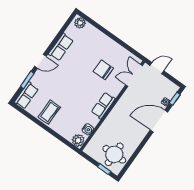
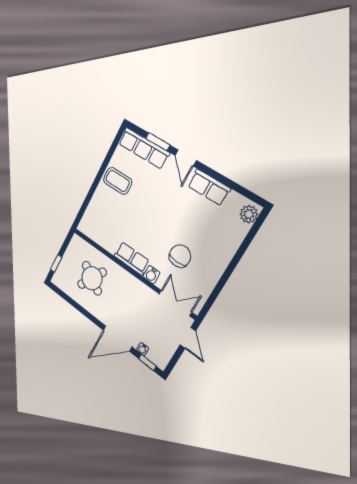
row of seats: (26, 95) -> (144, 148), width x1.48
door: (159, 121) -> (117, 338), swing flipped
water cooler: (88, 129) -> (151, 275), moved
plant: (78, 140) -> (86, 226), removed
round table: (114, 154) -> (92, 278), moved, turned 31

